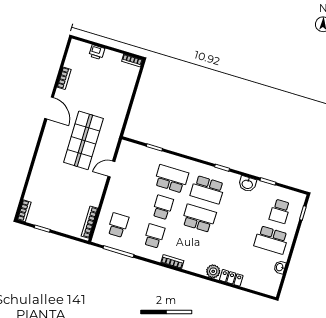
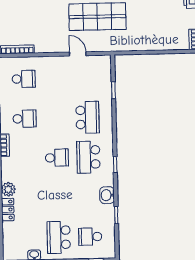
school desk: (163, 207) -> (56, 118), removed
school desk: (199, 218) -> (57, 158), width x0.54

